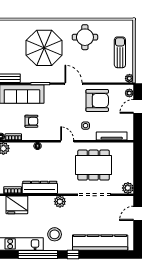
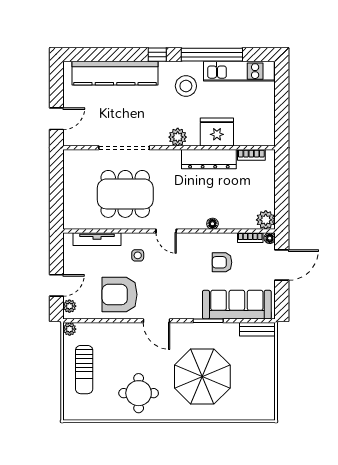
plant: (128, 188) -> (72, 158), removed
fridge: (17, 205) -> (217, 132), moved

